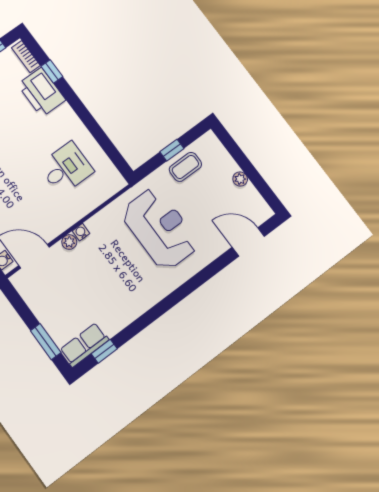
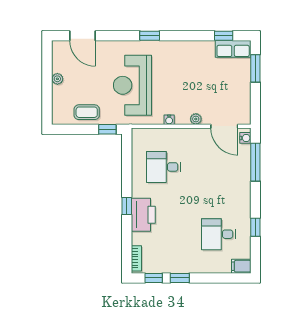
window: (52, 71) -> (127, 206), moved
printer: (41, 92) -> (143, 215), moved
window: (172, 150) -> (107, 129), moved
water cooler: (81, 232) -> (169, 120), moved
window: (181, 293) -> (150, 36), added

